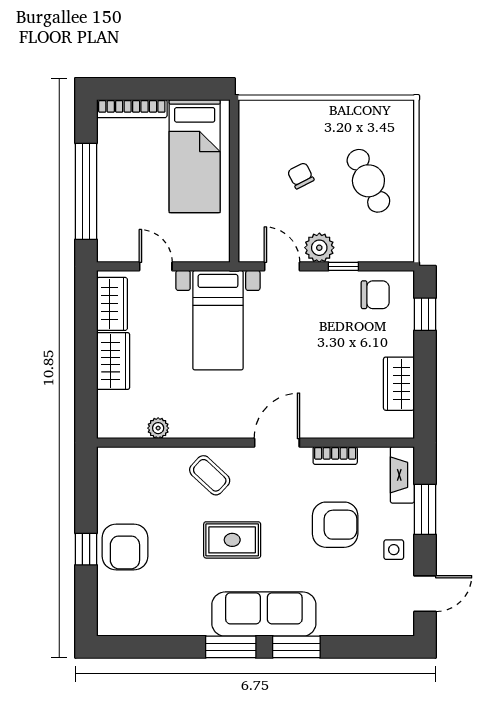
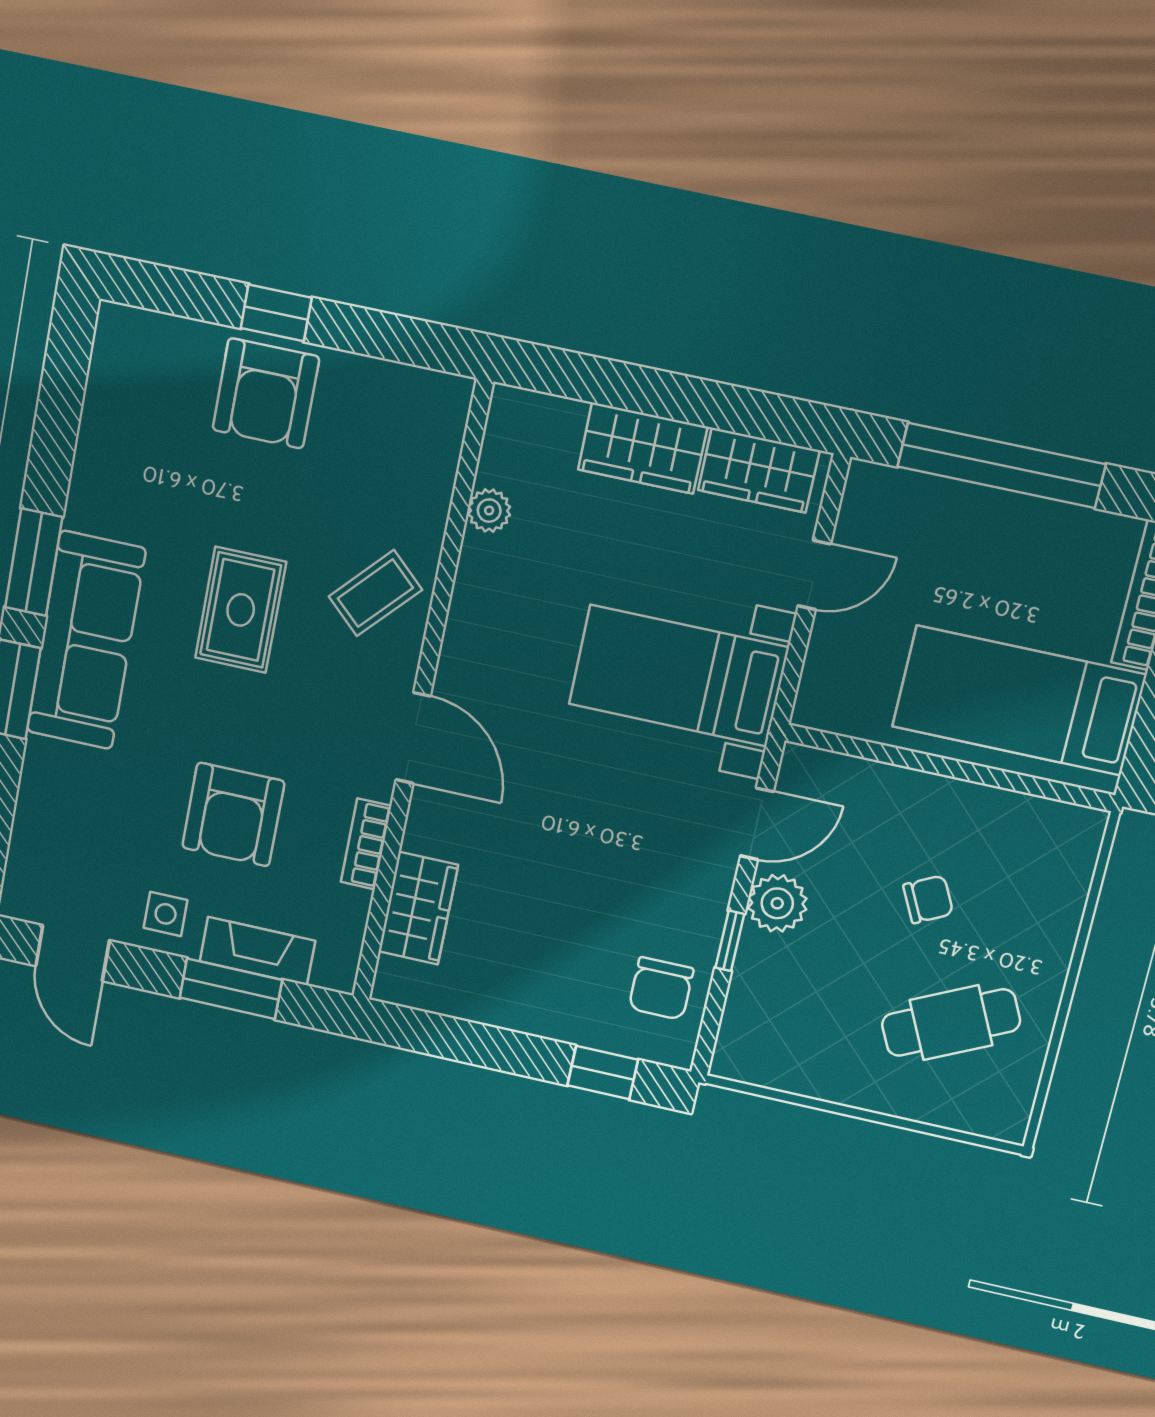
cafe table: (368, 181) -> (951, 1023), moved
wardrobe: (399, 384) -> (418, 908), moved, turned 90
fireplace: (402, 475) -> (257, 951), moved
armchair: (125, 547) -> (266, 393), turned -90

